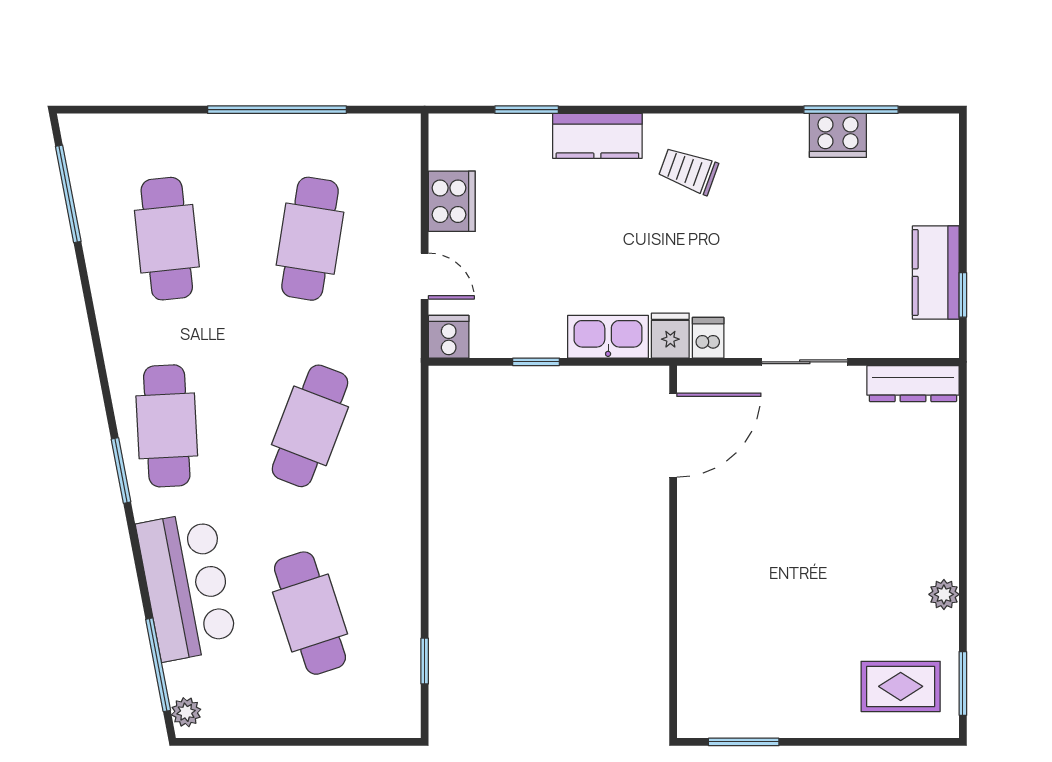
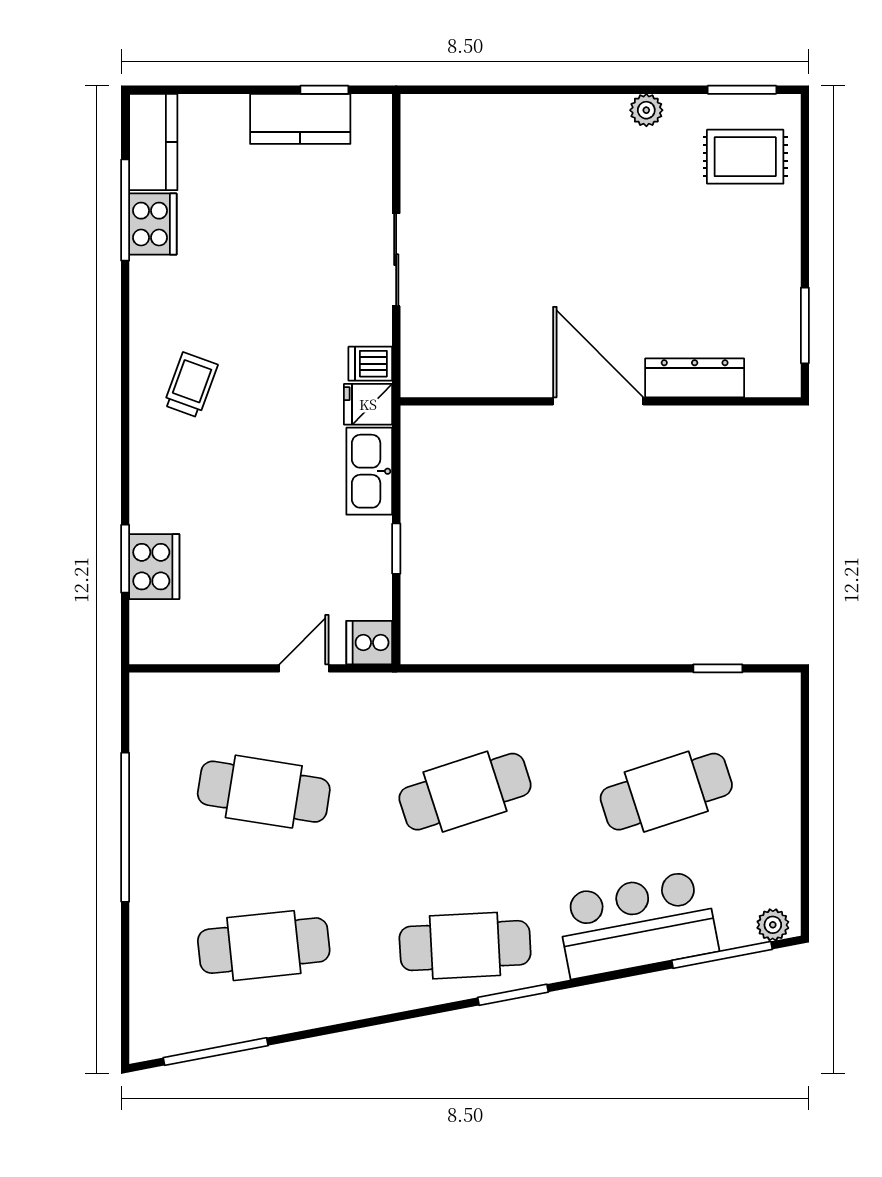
kitchen counter: (597, 136) -> (153, 142), moved
trolley: (688, 171) -> (191, 385), turned 180
cooker: (452, 201) -> (154, 567), moved, turned 90
dresser: (913, 384) -> (695, 378), moved, turned -90
cafe table: (310, 426) -> (465, 792), turned -39
door: (673, 435) -> (598, 401), moved
rug: (901, 686) -> (745, 157), turned 90

